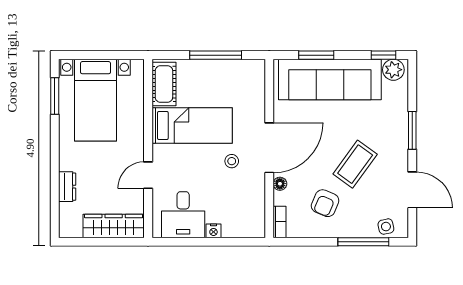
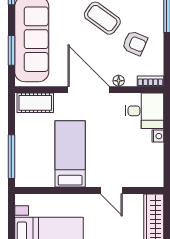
window: (216, 55) -> (11, 157), moved
cot: (164, 84) -> (35, 103), moved
stool: (232, 161) -> (100, 121), removed
desk: (183, 215) -> (144, 111), moved

